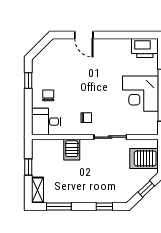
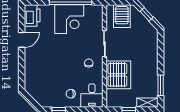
door: (84, 35) -> (22, 40), moved
server rack: (72, 150) -> (118, 75), width x2.18, depth x1.44
window: (104, 206) -> (161, 48), removed

